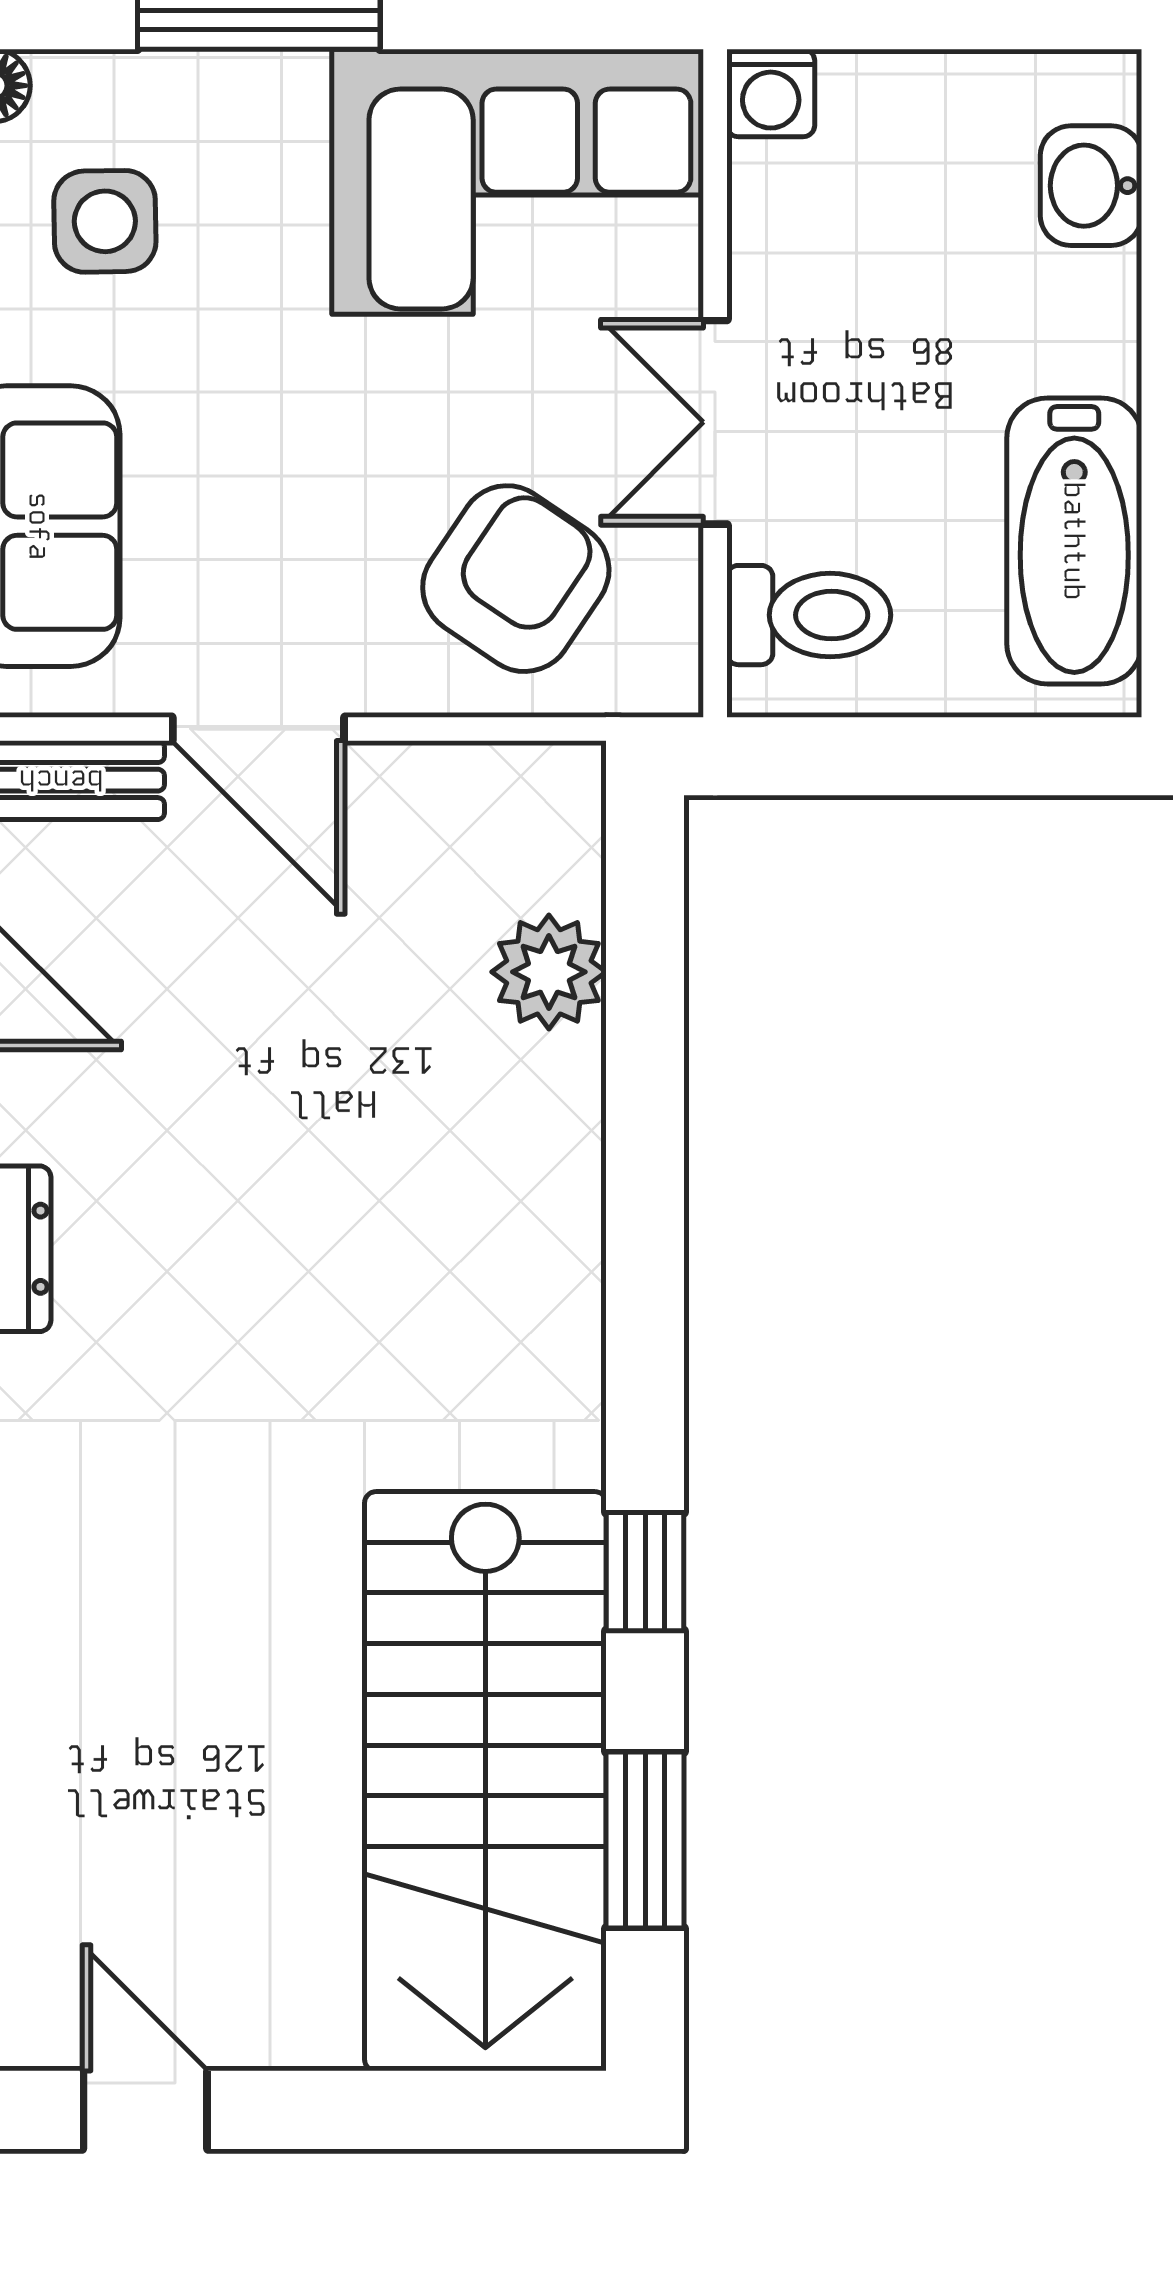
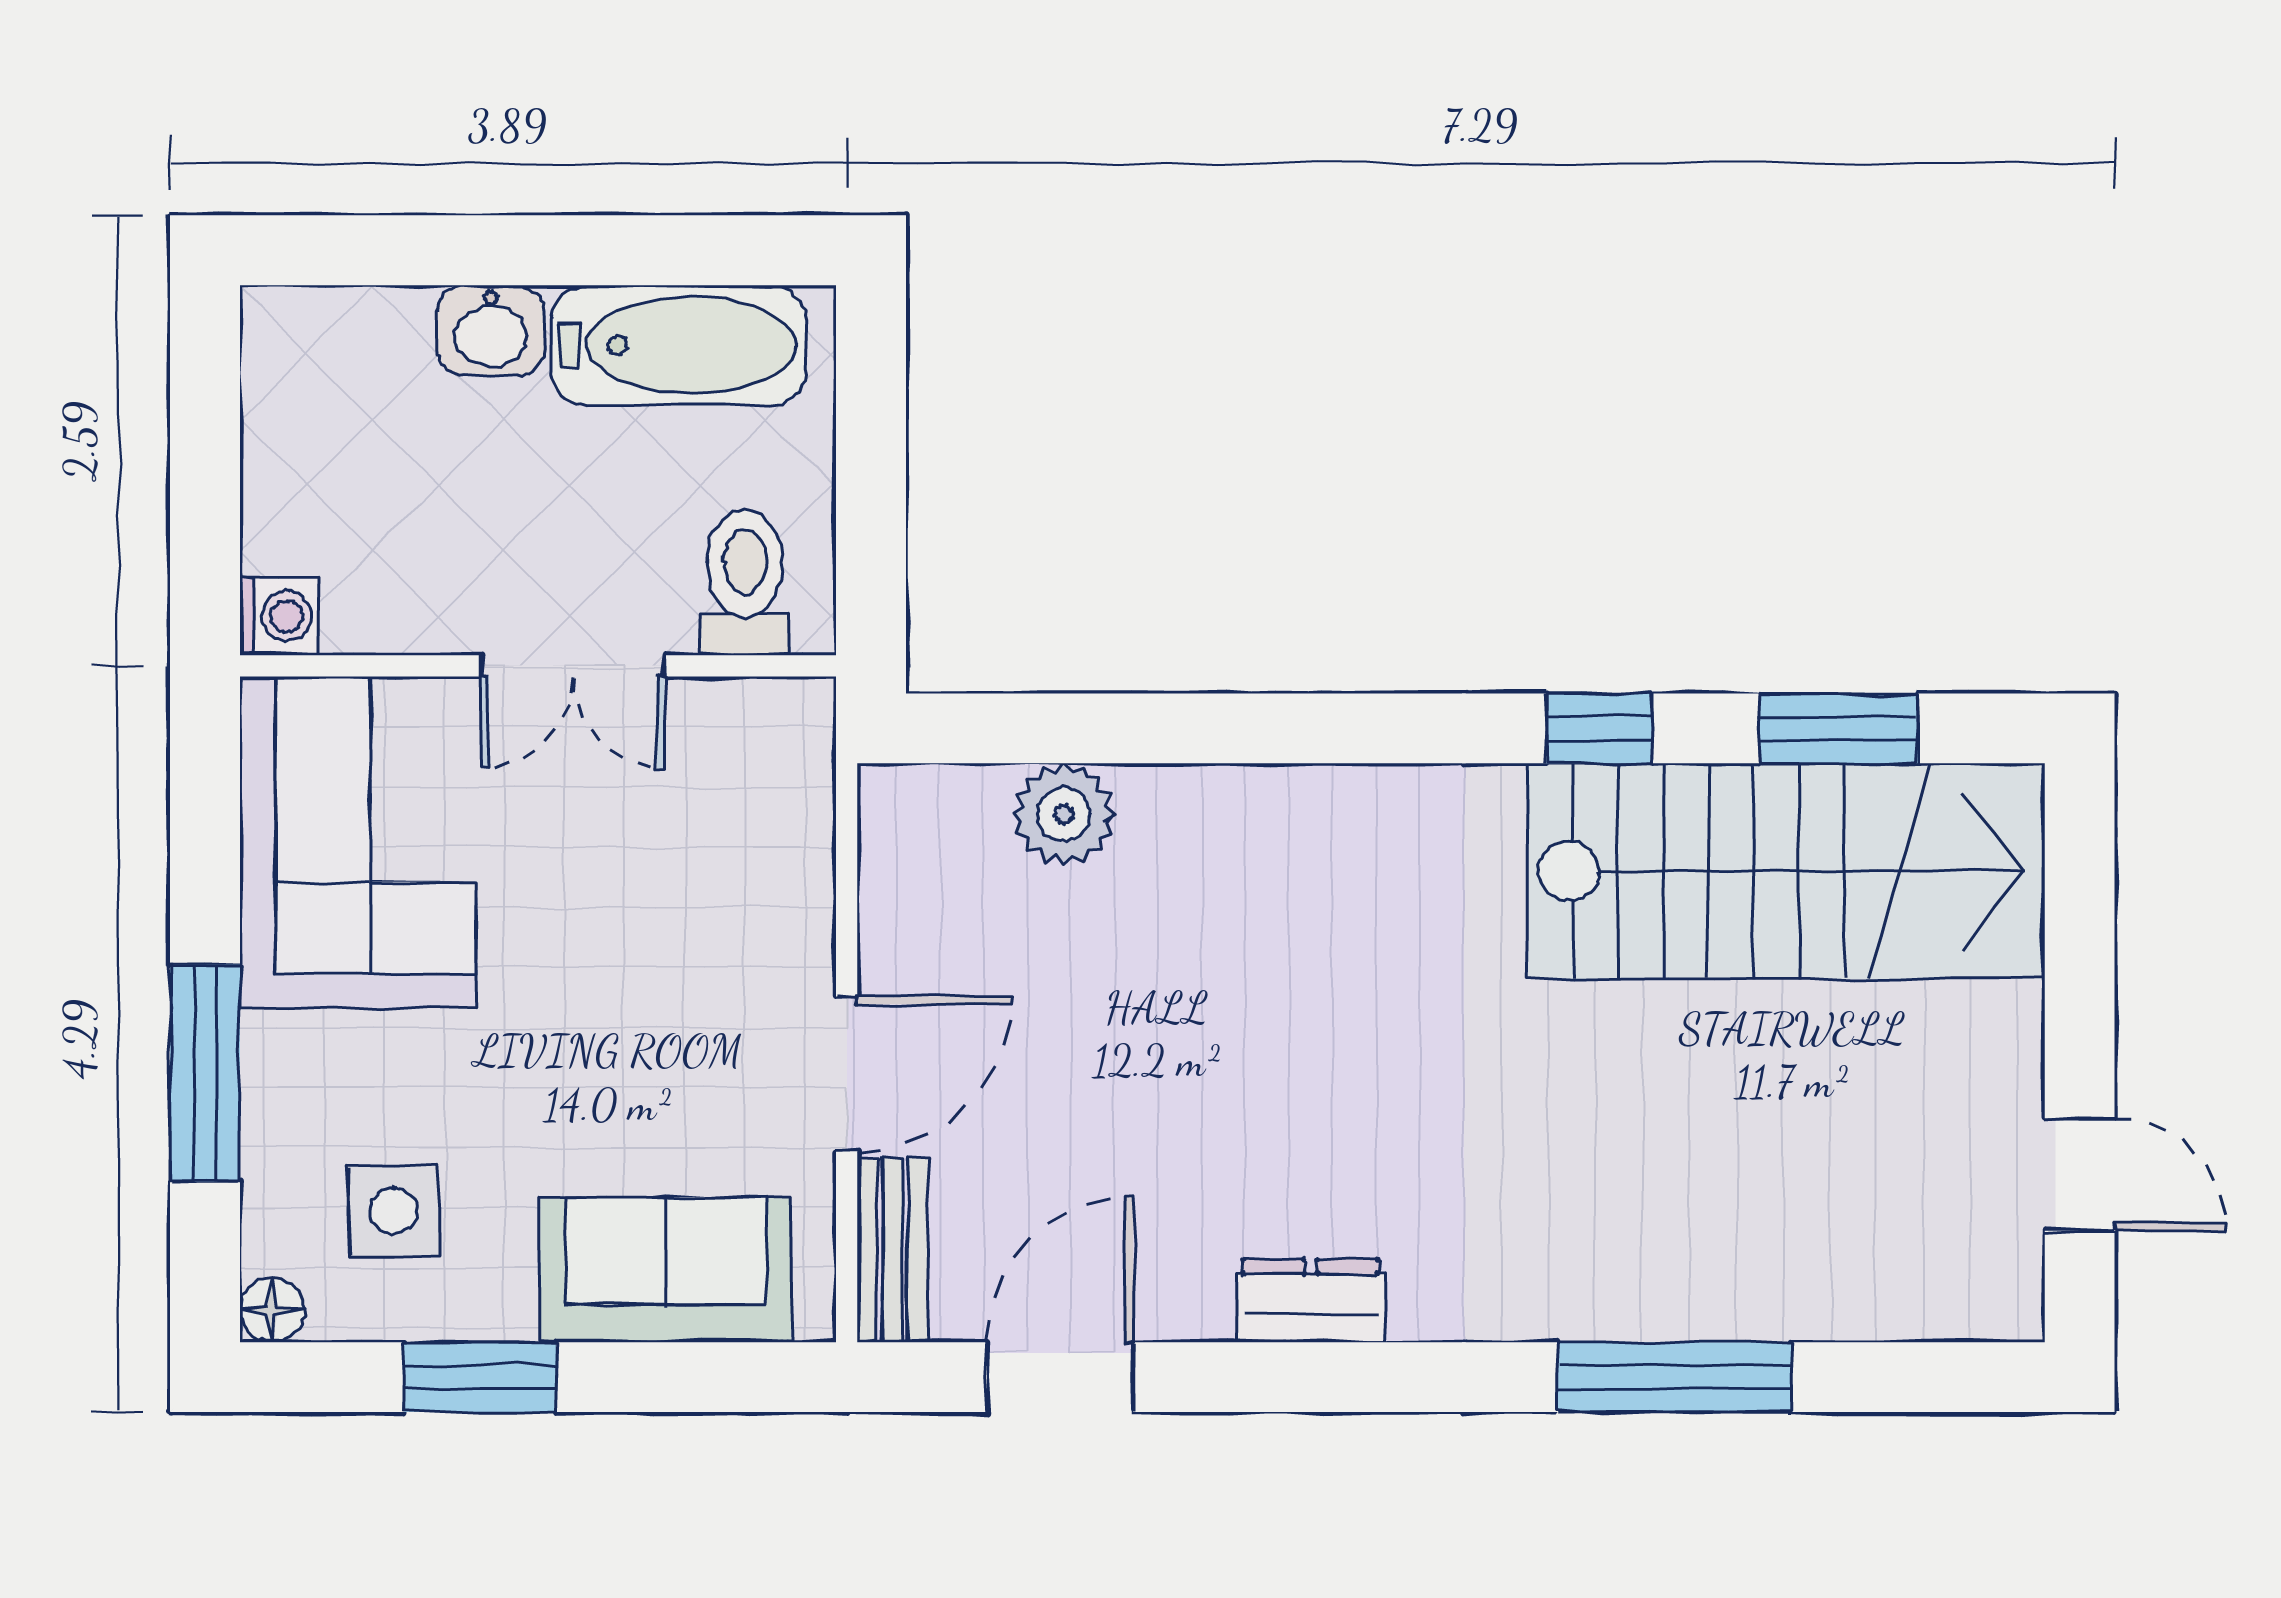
washbasin: (1091, 186) -> (491, 330), moved
armchair: (516, 579) -> (712, 844), removed
door: (145, 2110) -> (2080, 1175), swing flipped

